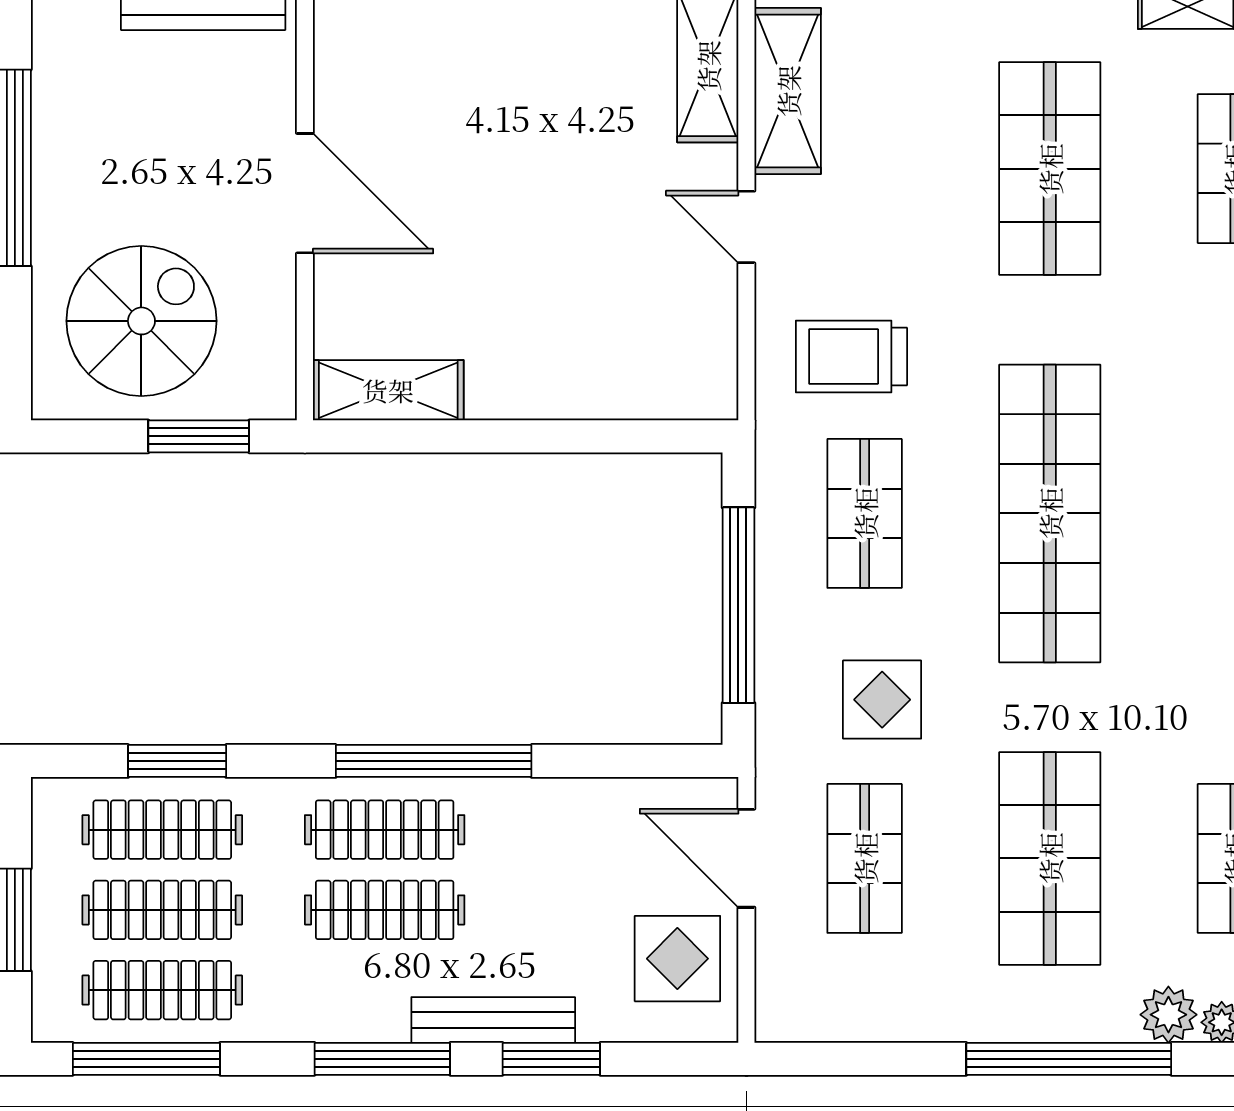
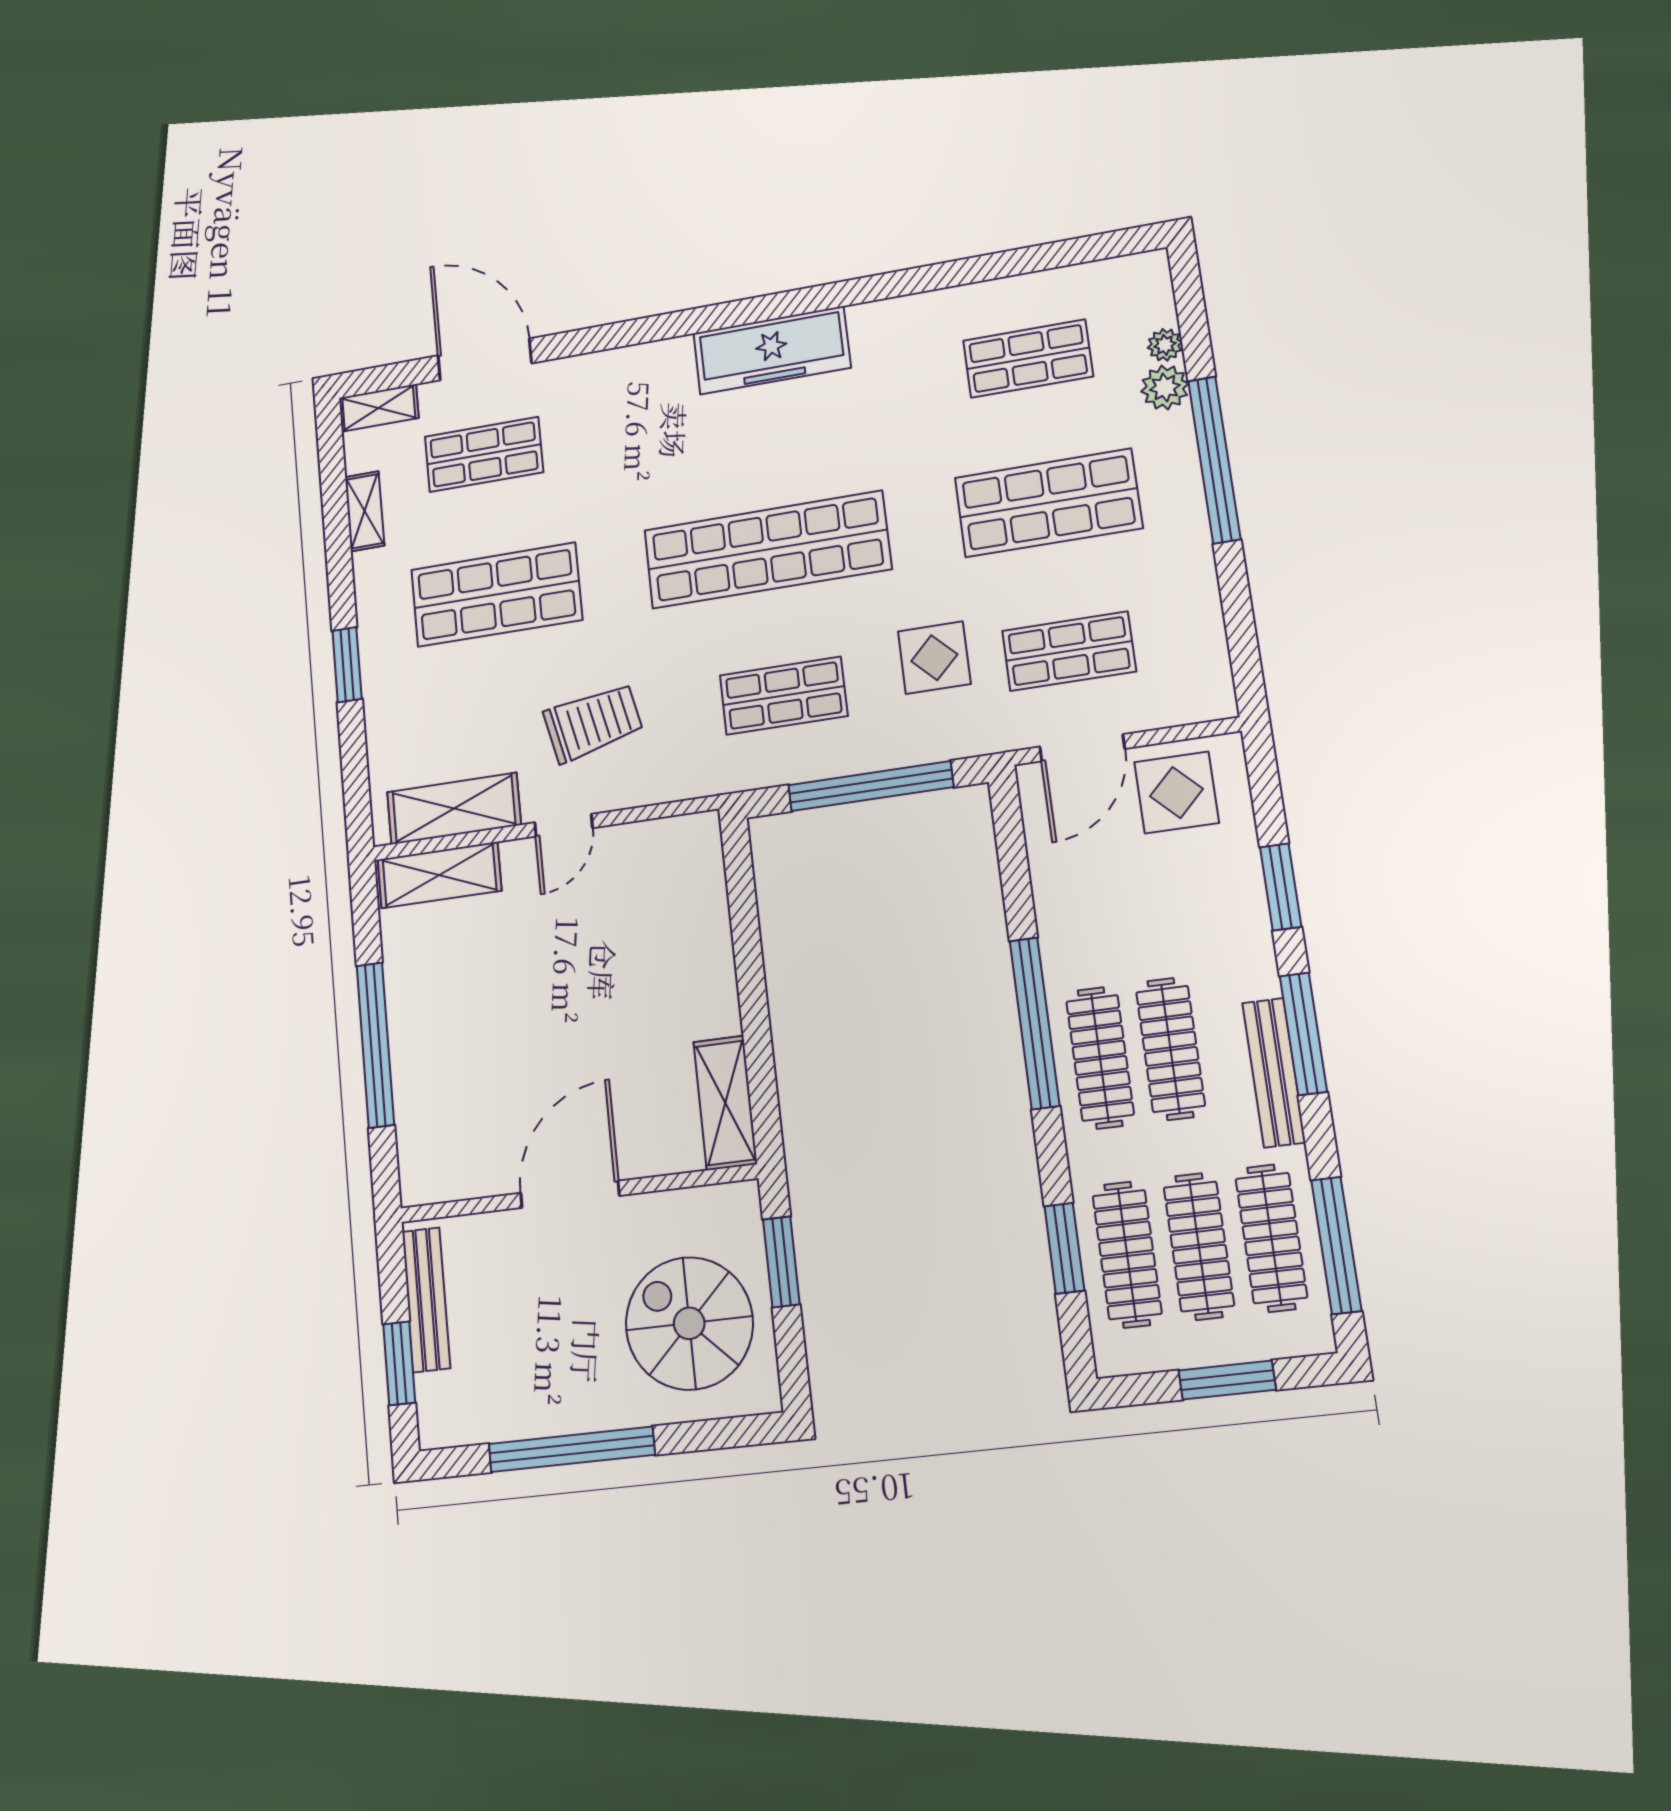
trolley: (851, 356) -> (593, 722), moved, turned -102
bench: (493, 1020) -> (1274, 1072), moved

